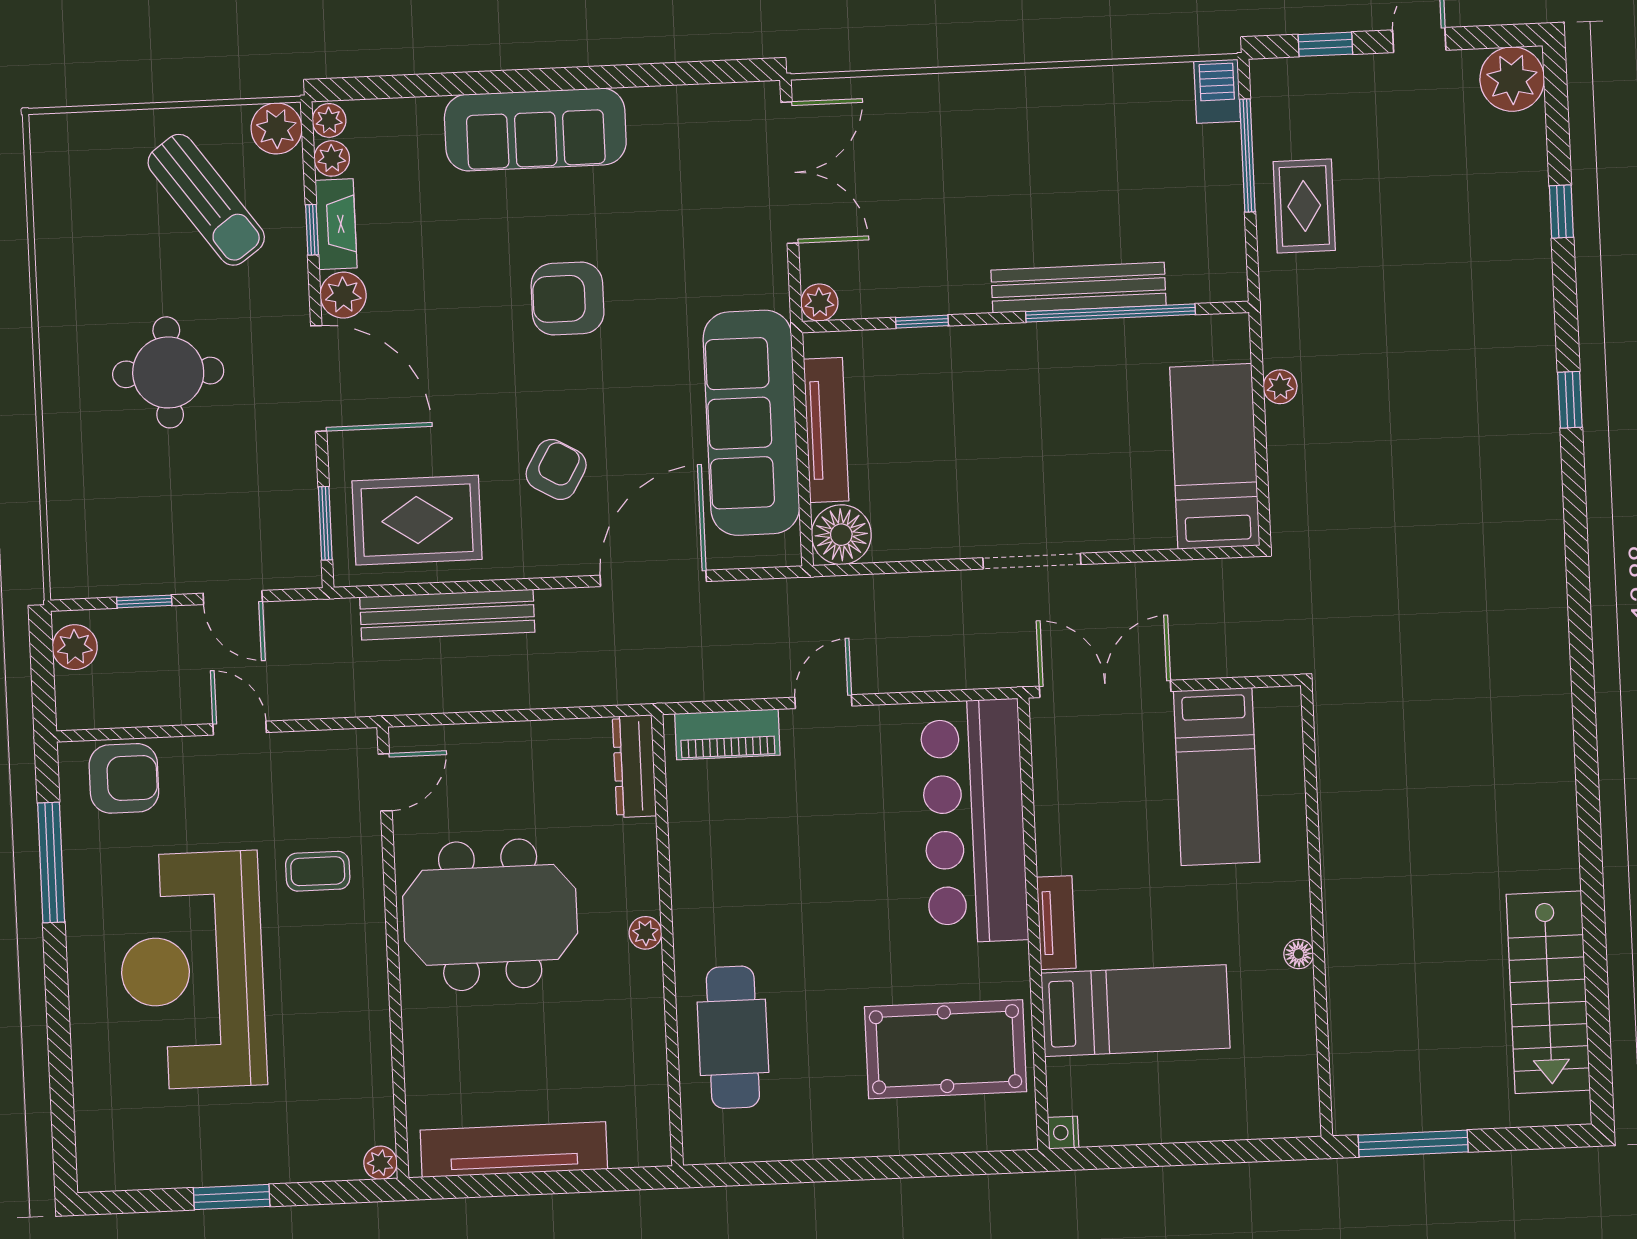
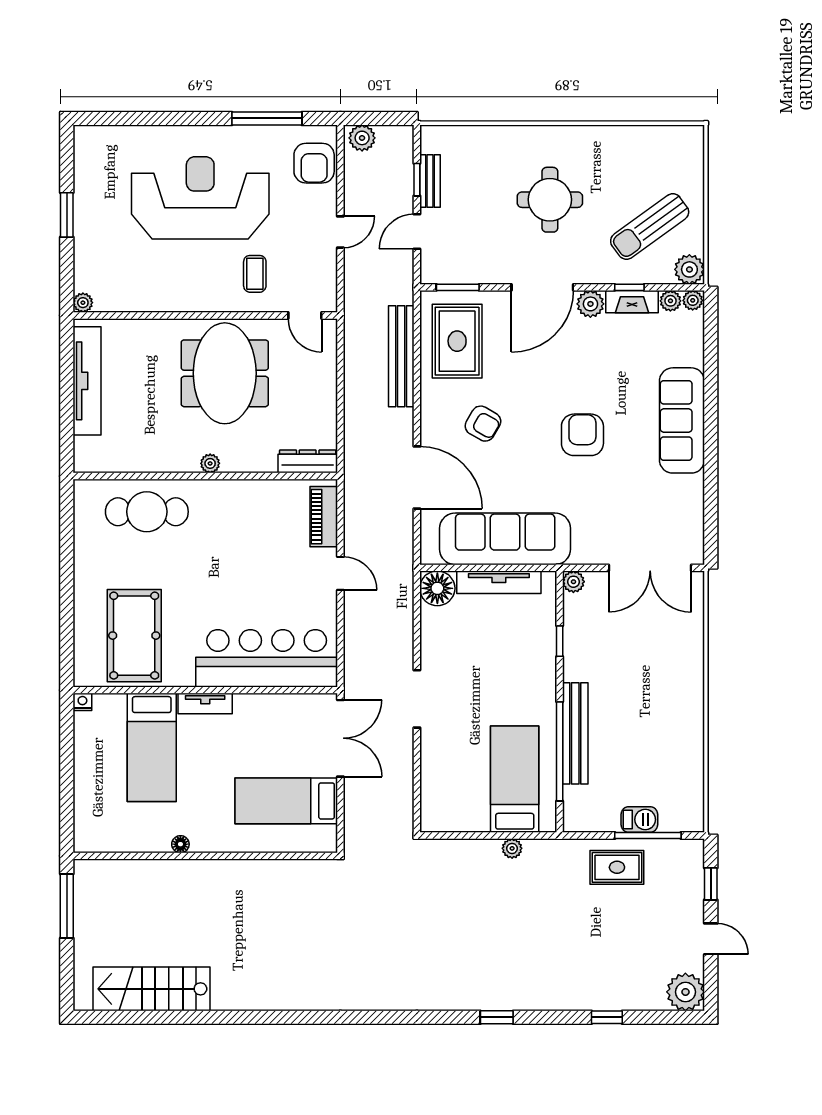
barbecue: (1217, 91) -> (639, 820), moved
bed: (1215, 456) -> (515, 779), moved, turned -90
bench: (145, 579) -> (430, 181), added
plant: (75, 647) -> (362, 138), moved

